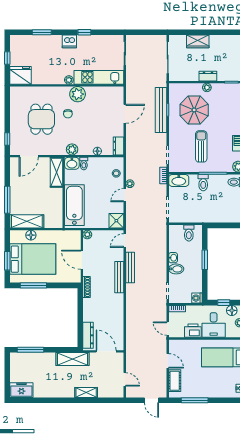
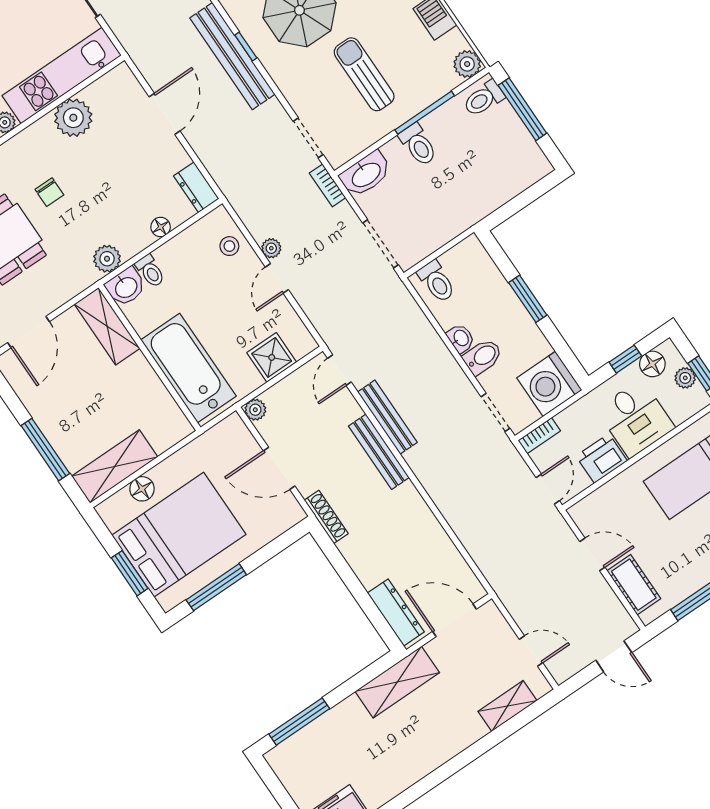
plant: (78, 94) -> (73, 118), moved
shower: (116, 221) -> (272, 357), moved
toilet: (189, 233) -> (437, 281), moved
washing machine: (197, 298) -> (549, 384), width x1.89, depth x1.89
door: (168, 329) -> (548, 489), swing flipped
shelving: (86, 393) -> (507, 706), moved

